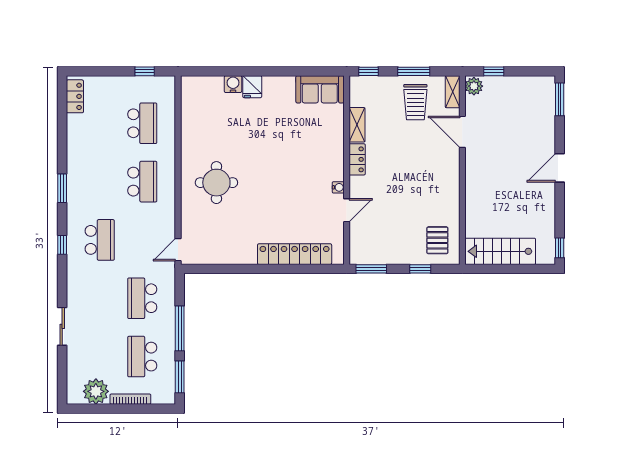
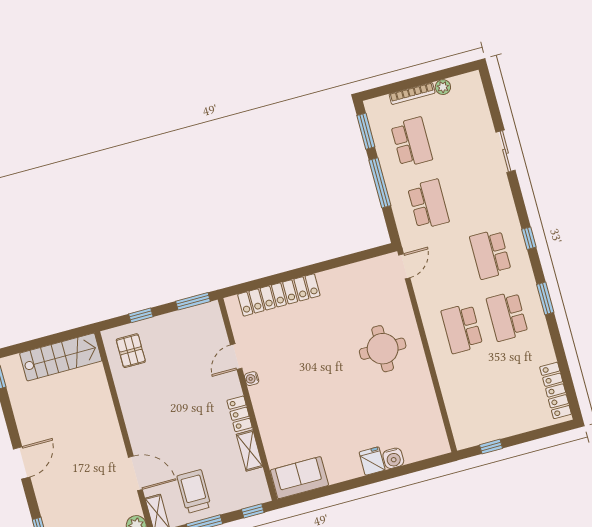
locker: (75, 96) -> (556, 390), width x1.53
school desk: (142, 123) -> (507, 316), moved
plant: (96, 391) -> (443, 87), width x0.53, depth x0.53

